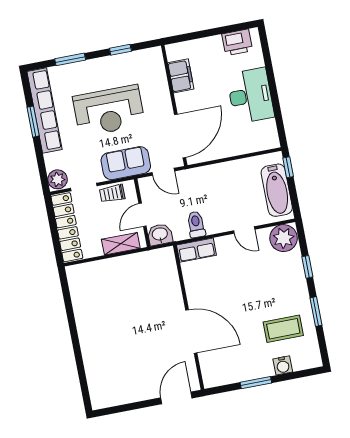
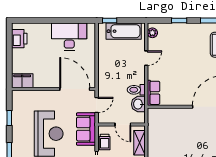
filing cabinet: (181, 76) -> (22, 81), moved
desk: (250, 96) -> (69, 37), moved
washbasin: (160, 234) -> (138, 104), moved
plant: (284, 238) -> (152, 33), width x0.53, depth x0.53

